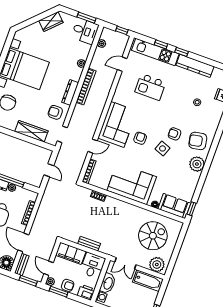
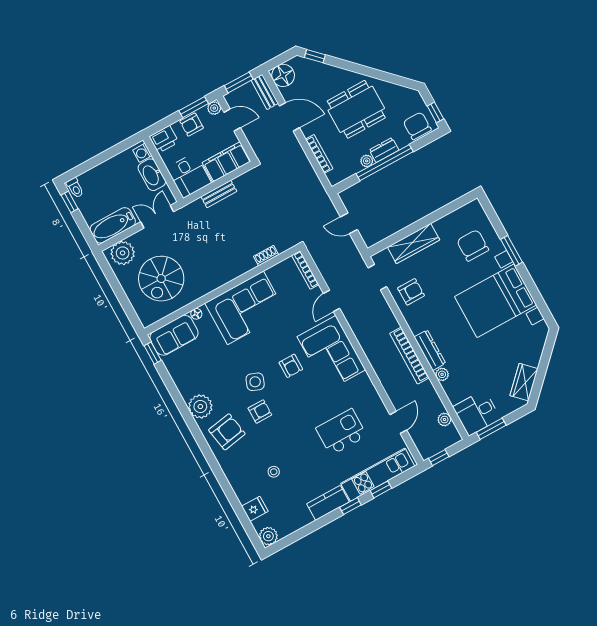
kitchen counter: (195, 66) -> (328, 503), width x0.67
dresser: (70, 92) -> (430, 350), moved

